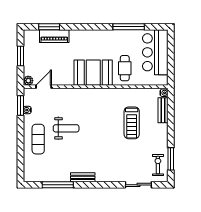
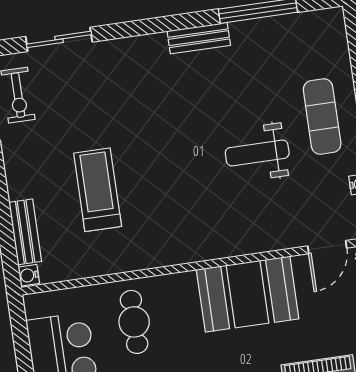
booth: (93, 73) -> (248, 294), moved

